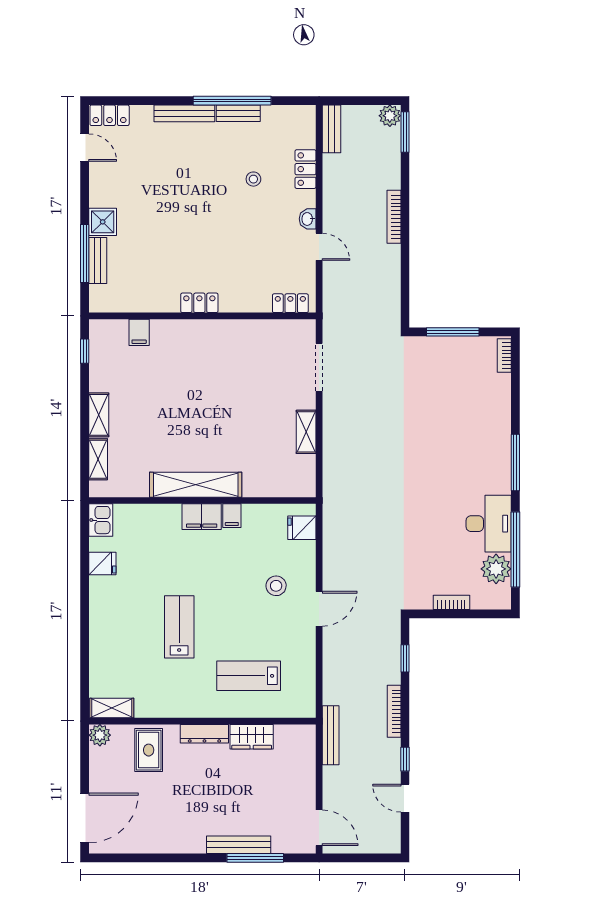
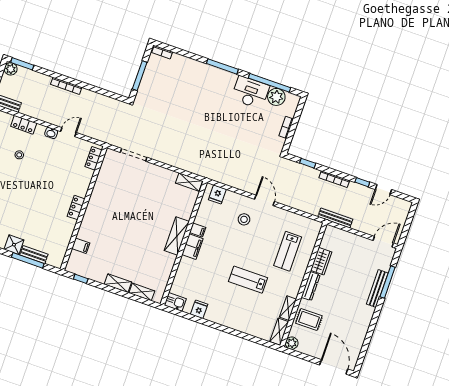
shelving: (306, 432) -> (189, 182), moved
shelving: (196, 485) -> (177, 236), width x0.68
shelving: (155, 709) -> (288, 308), added

